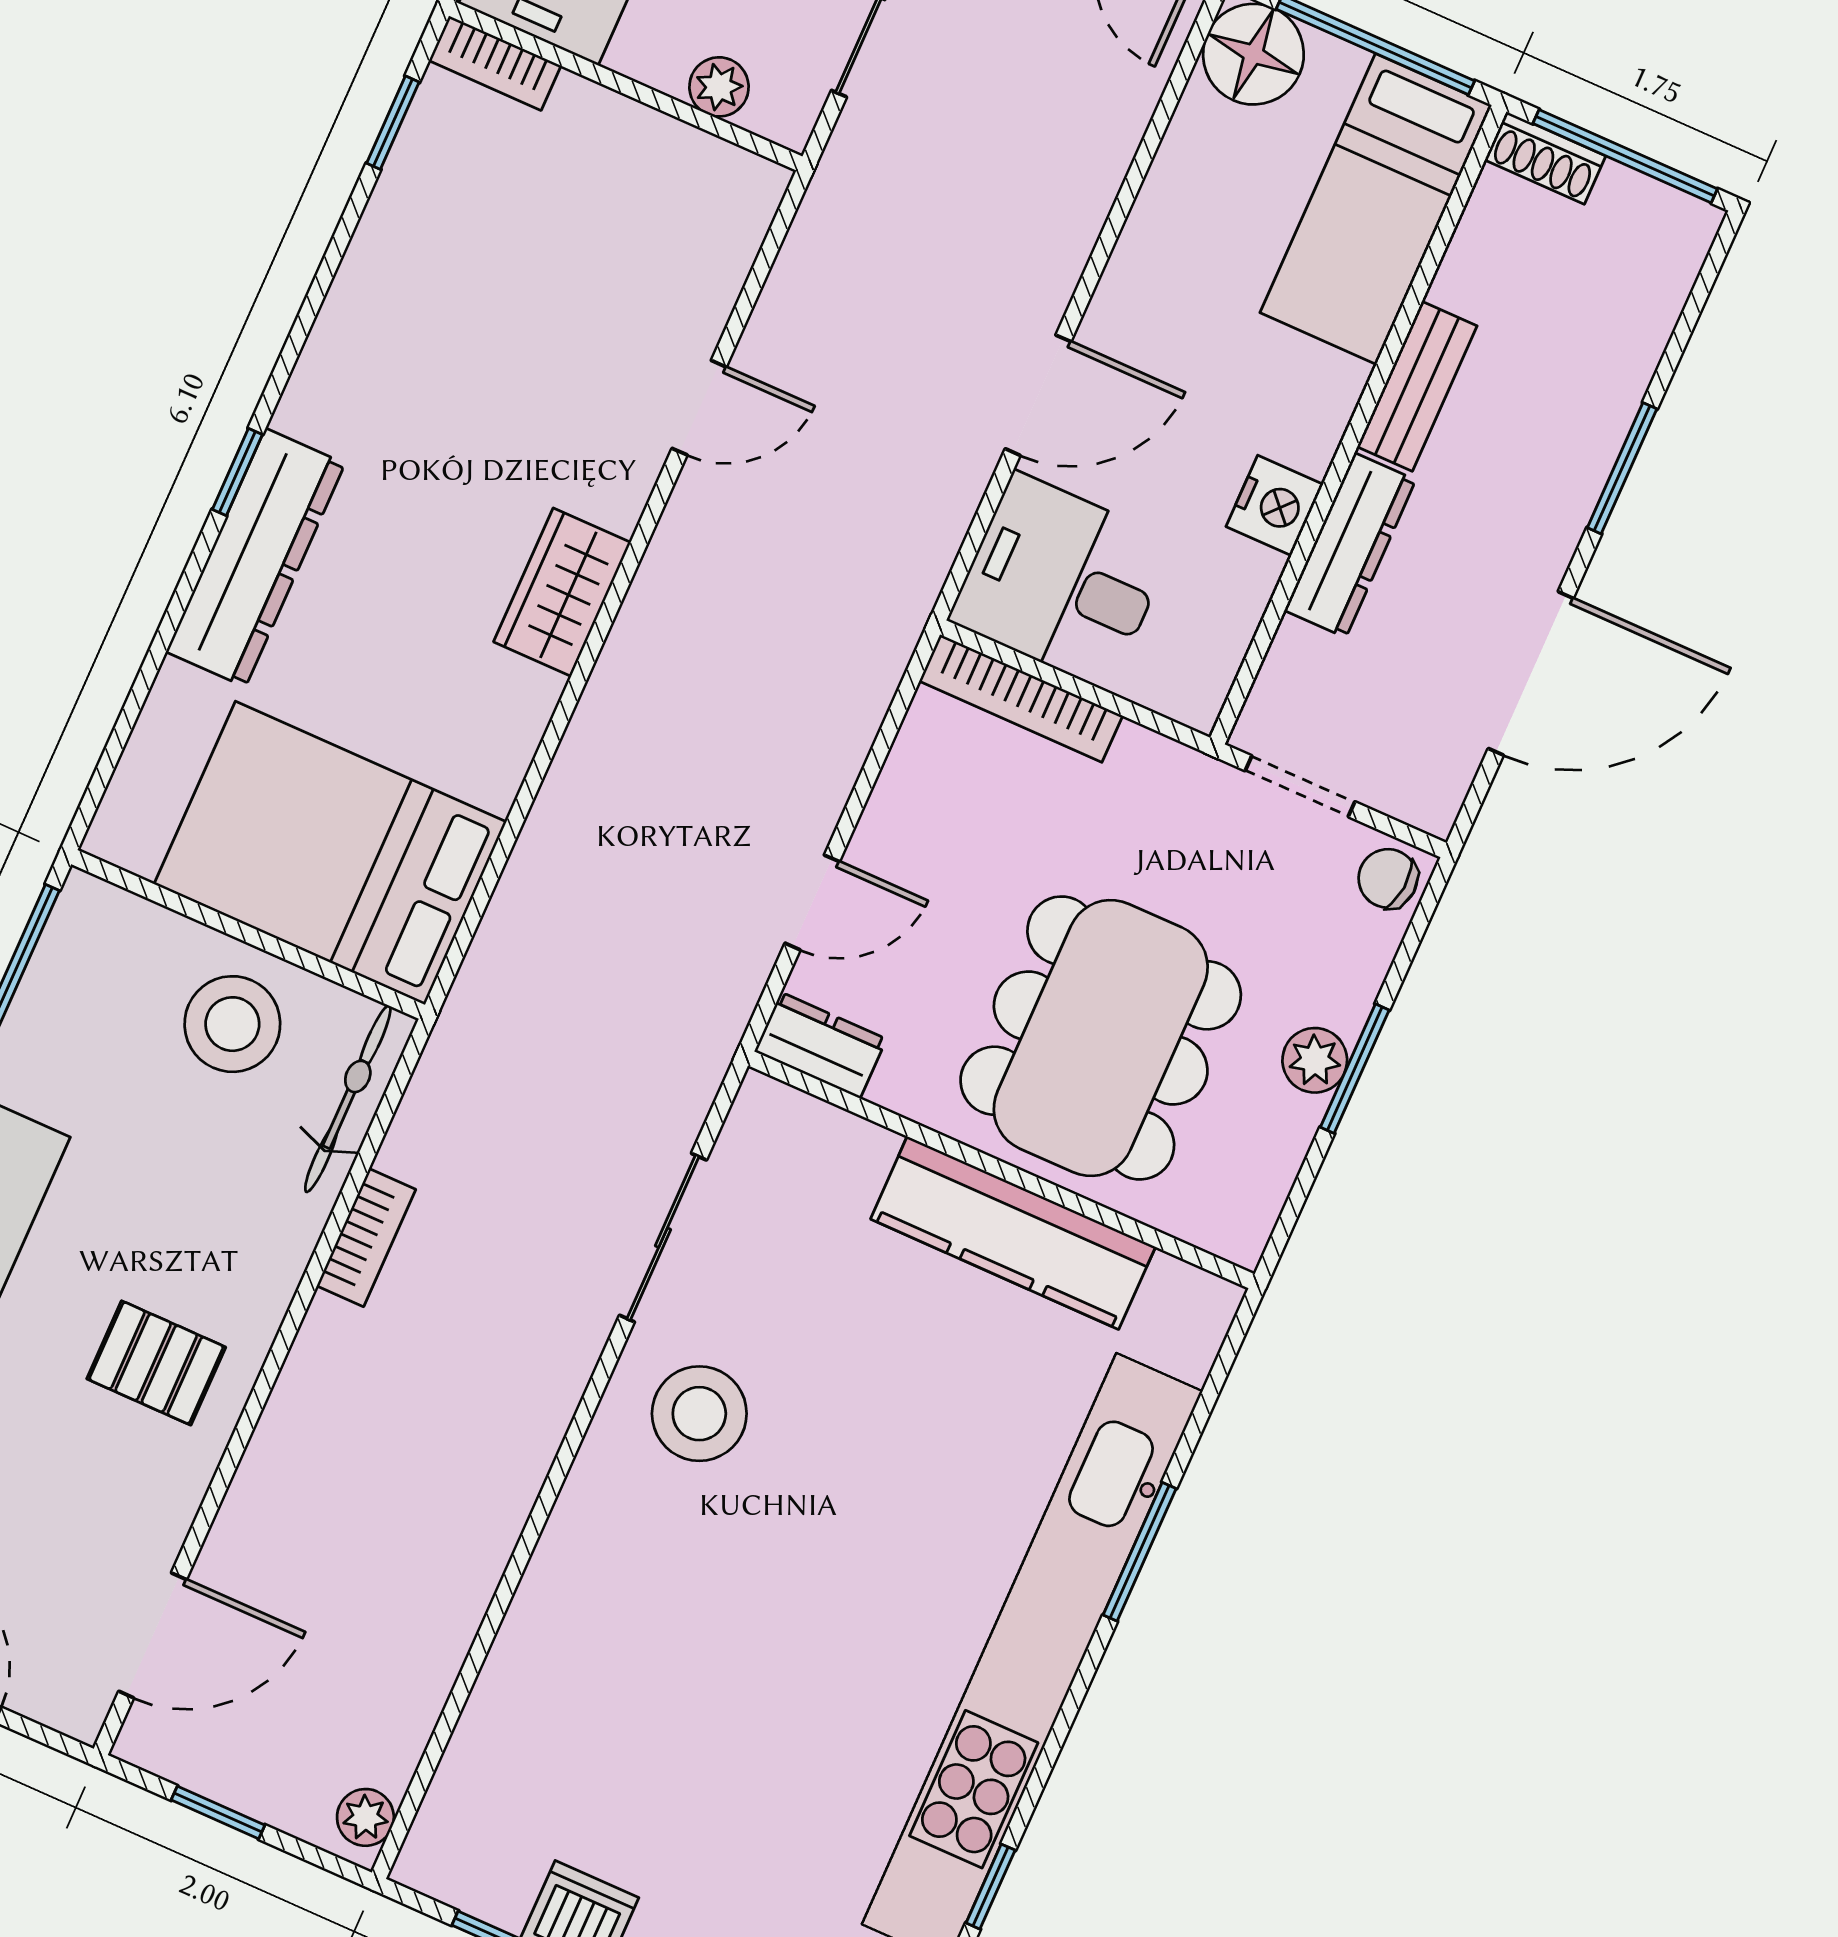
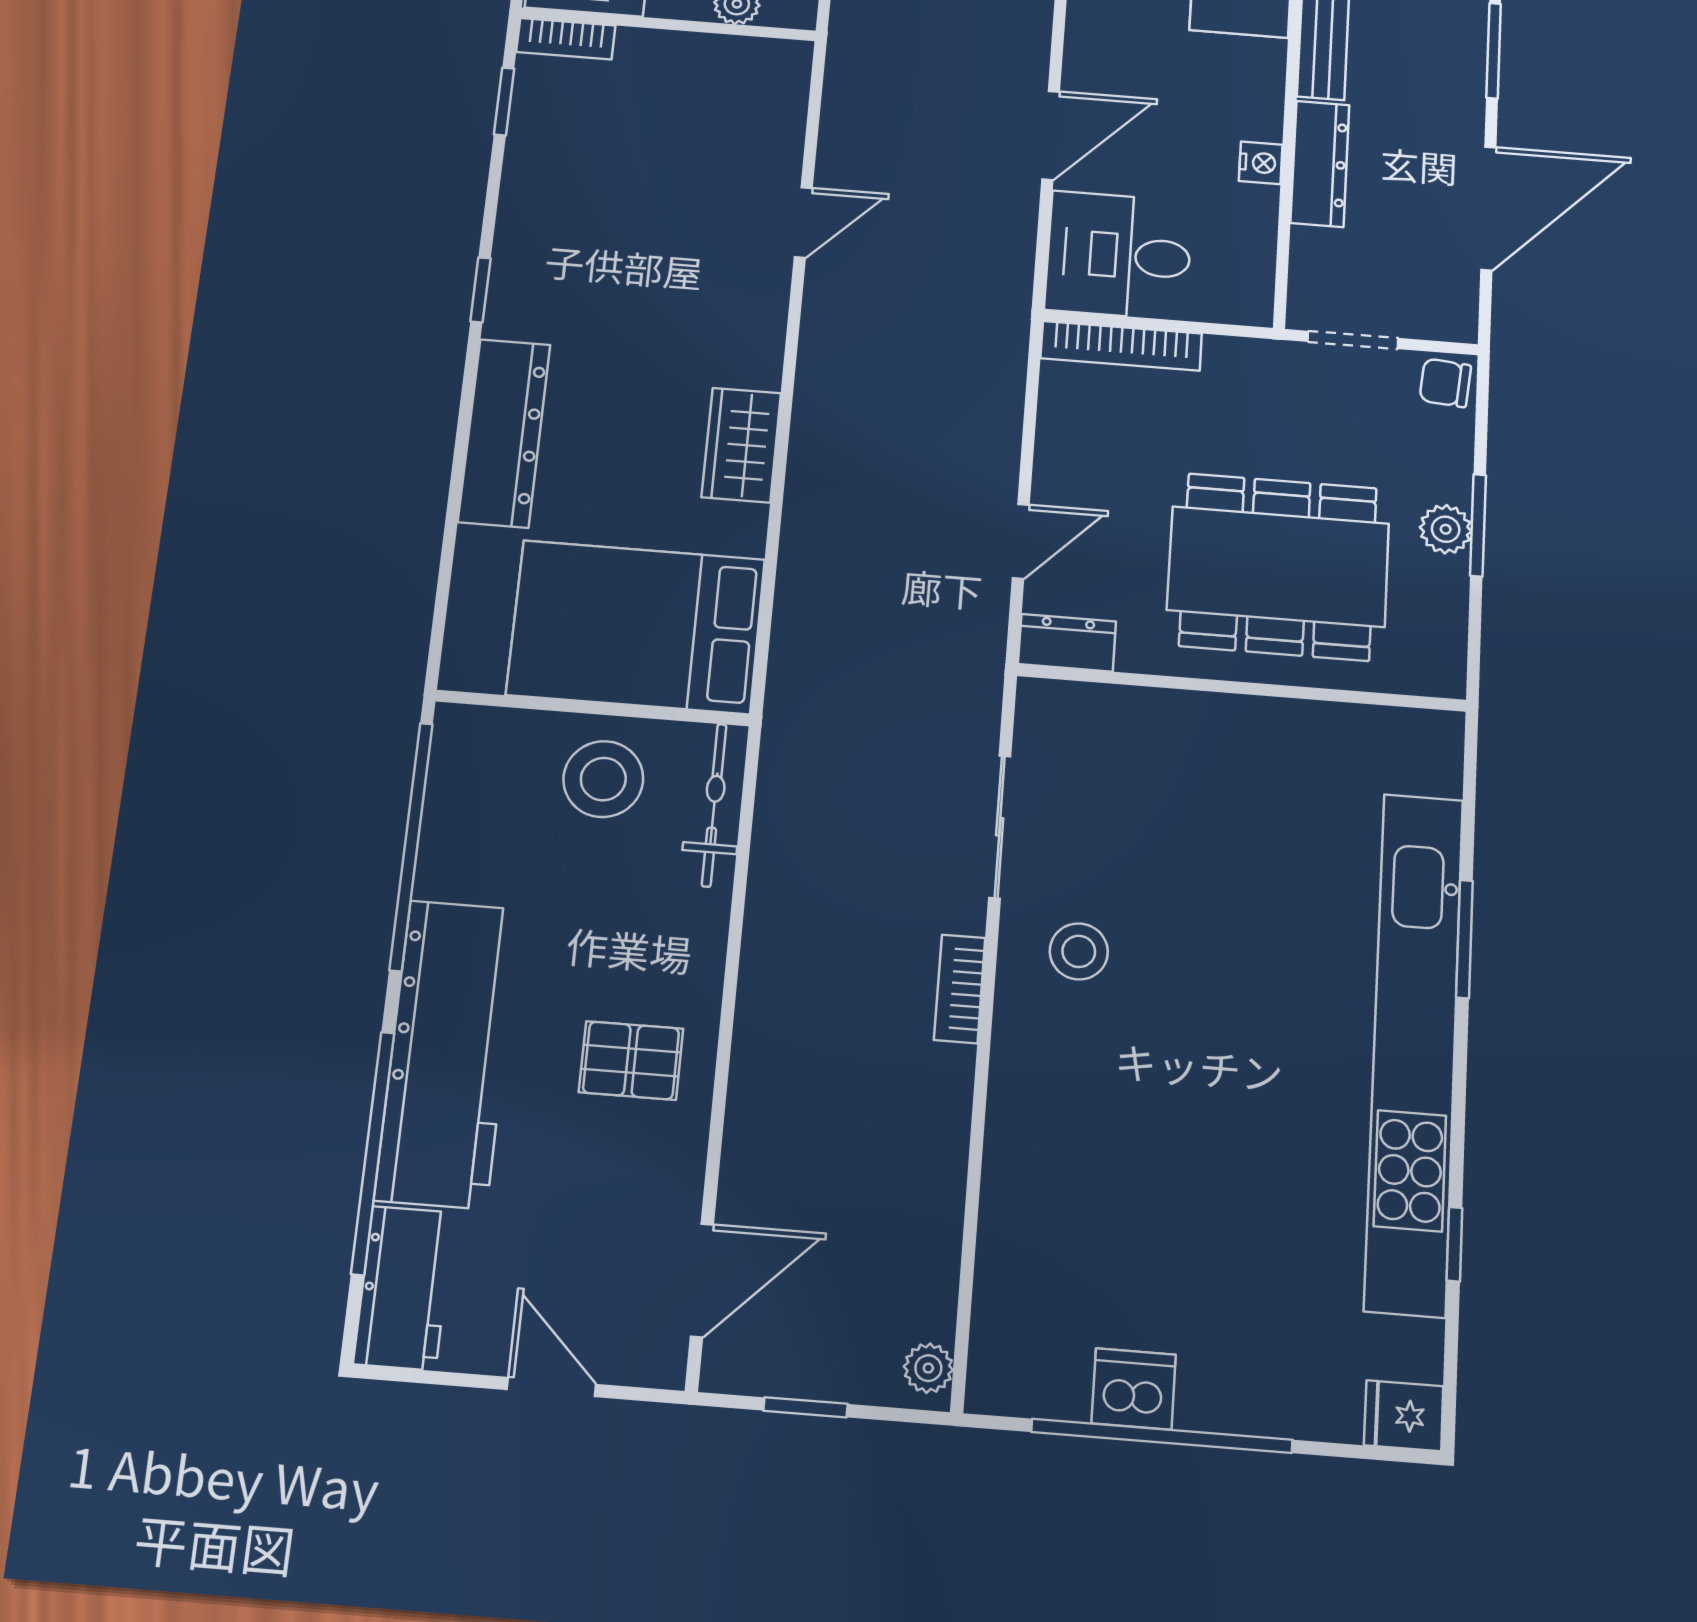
window: (237, 472) -> (480, 290), moved
nightstand: (1275, 505) -> (1261, 163), width x0.72, depth x0.74
wardrobe: (562, 592) -> (741, 445), moved
dining table: (1101, 1038) -> (1278, 567), turned 90
kitchen counter: (1013, 1233) -> (1269, 732), removed
bookcase: (366, 1238) -> (960, 989), moved, turned 180
stool: (699, 1414) -> (1079, 951), width x0.73, depth x0.73

